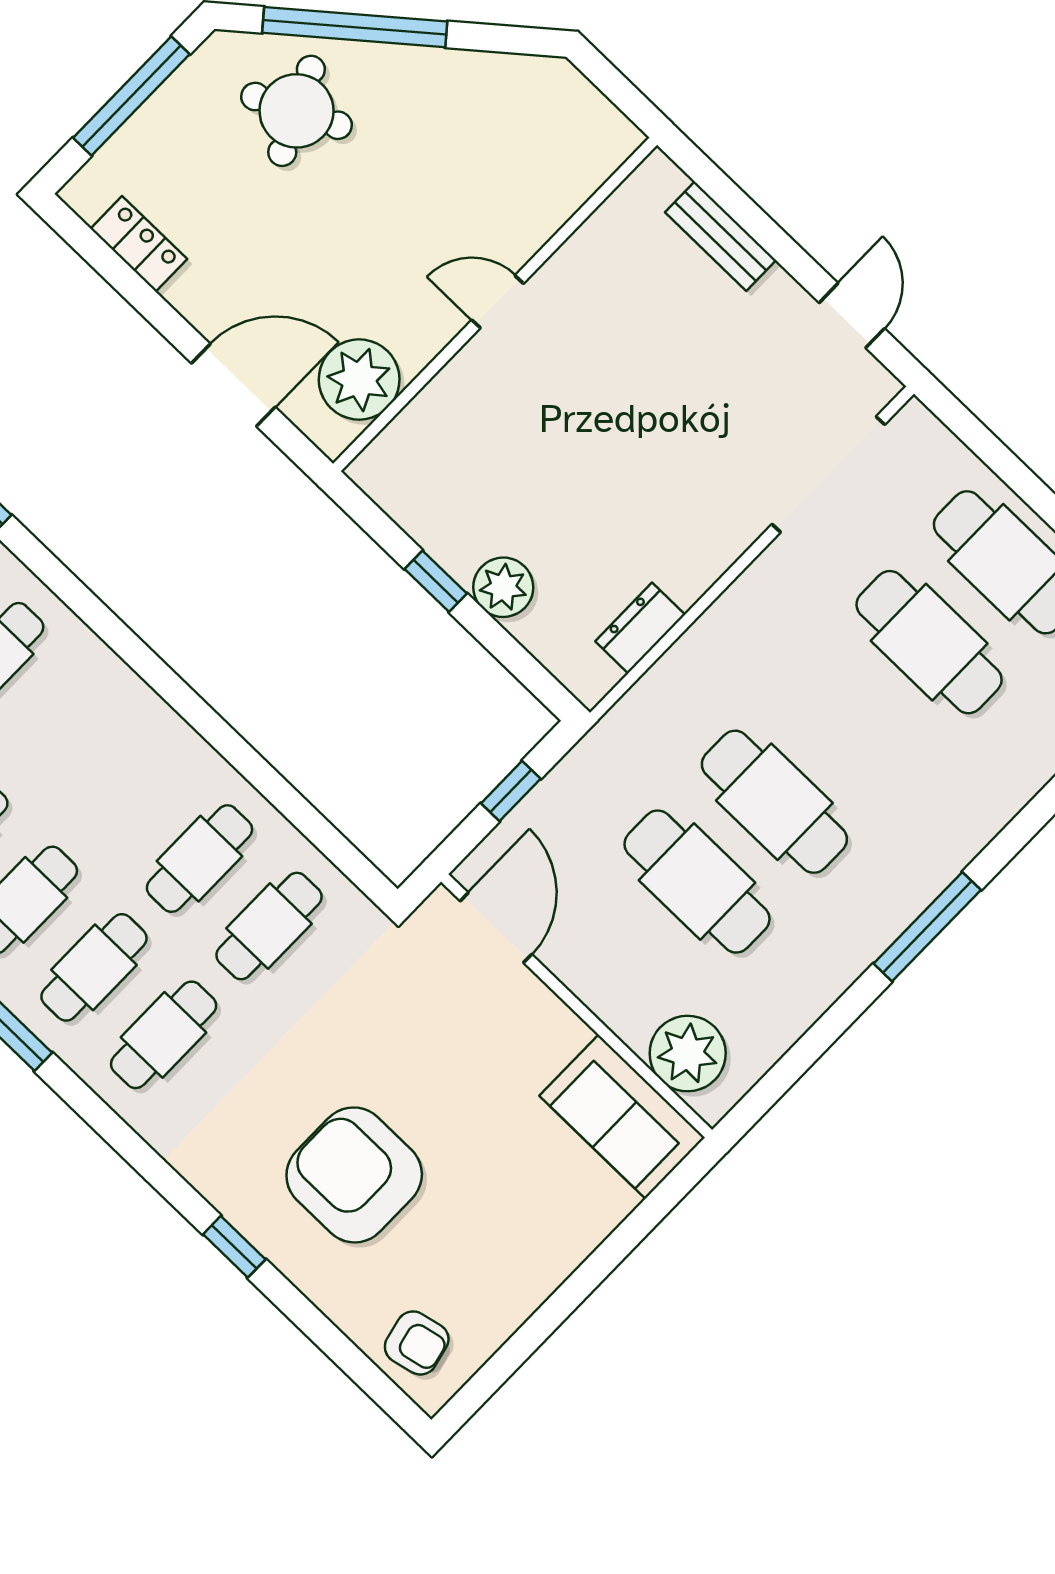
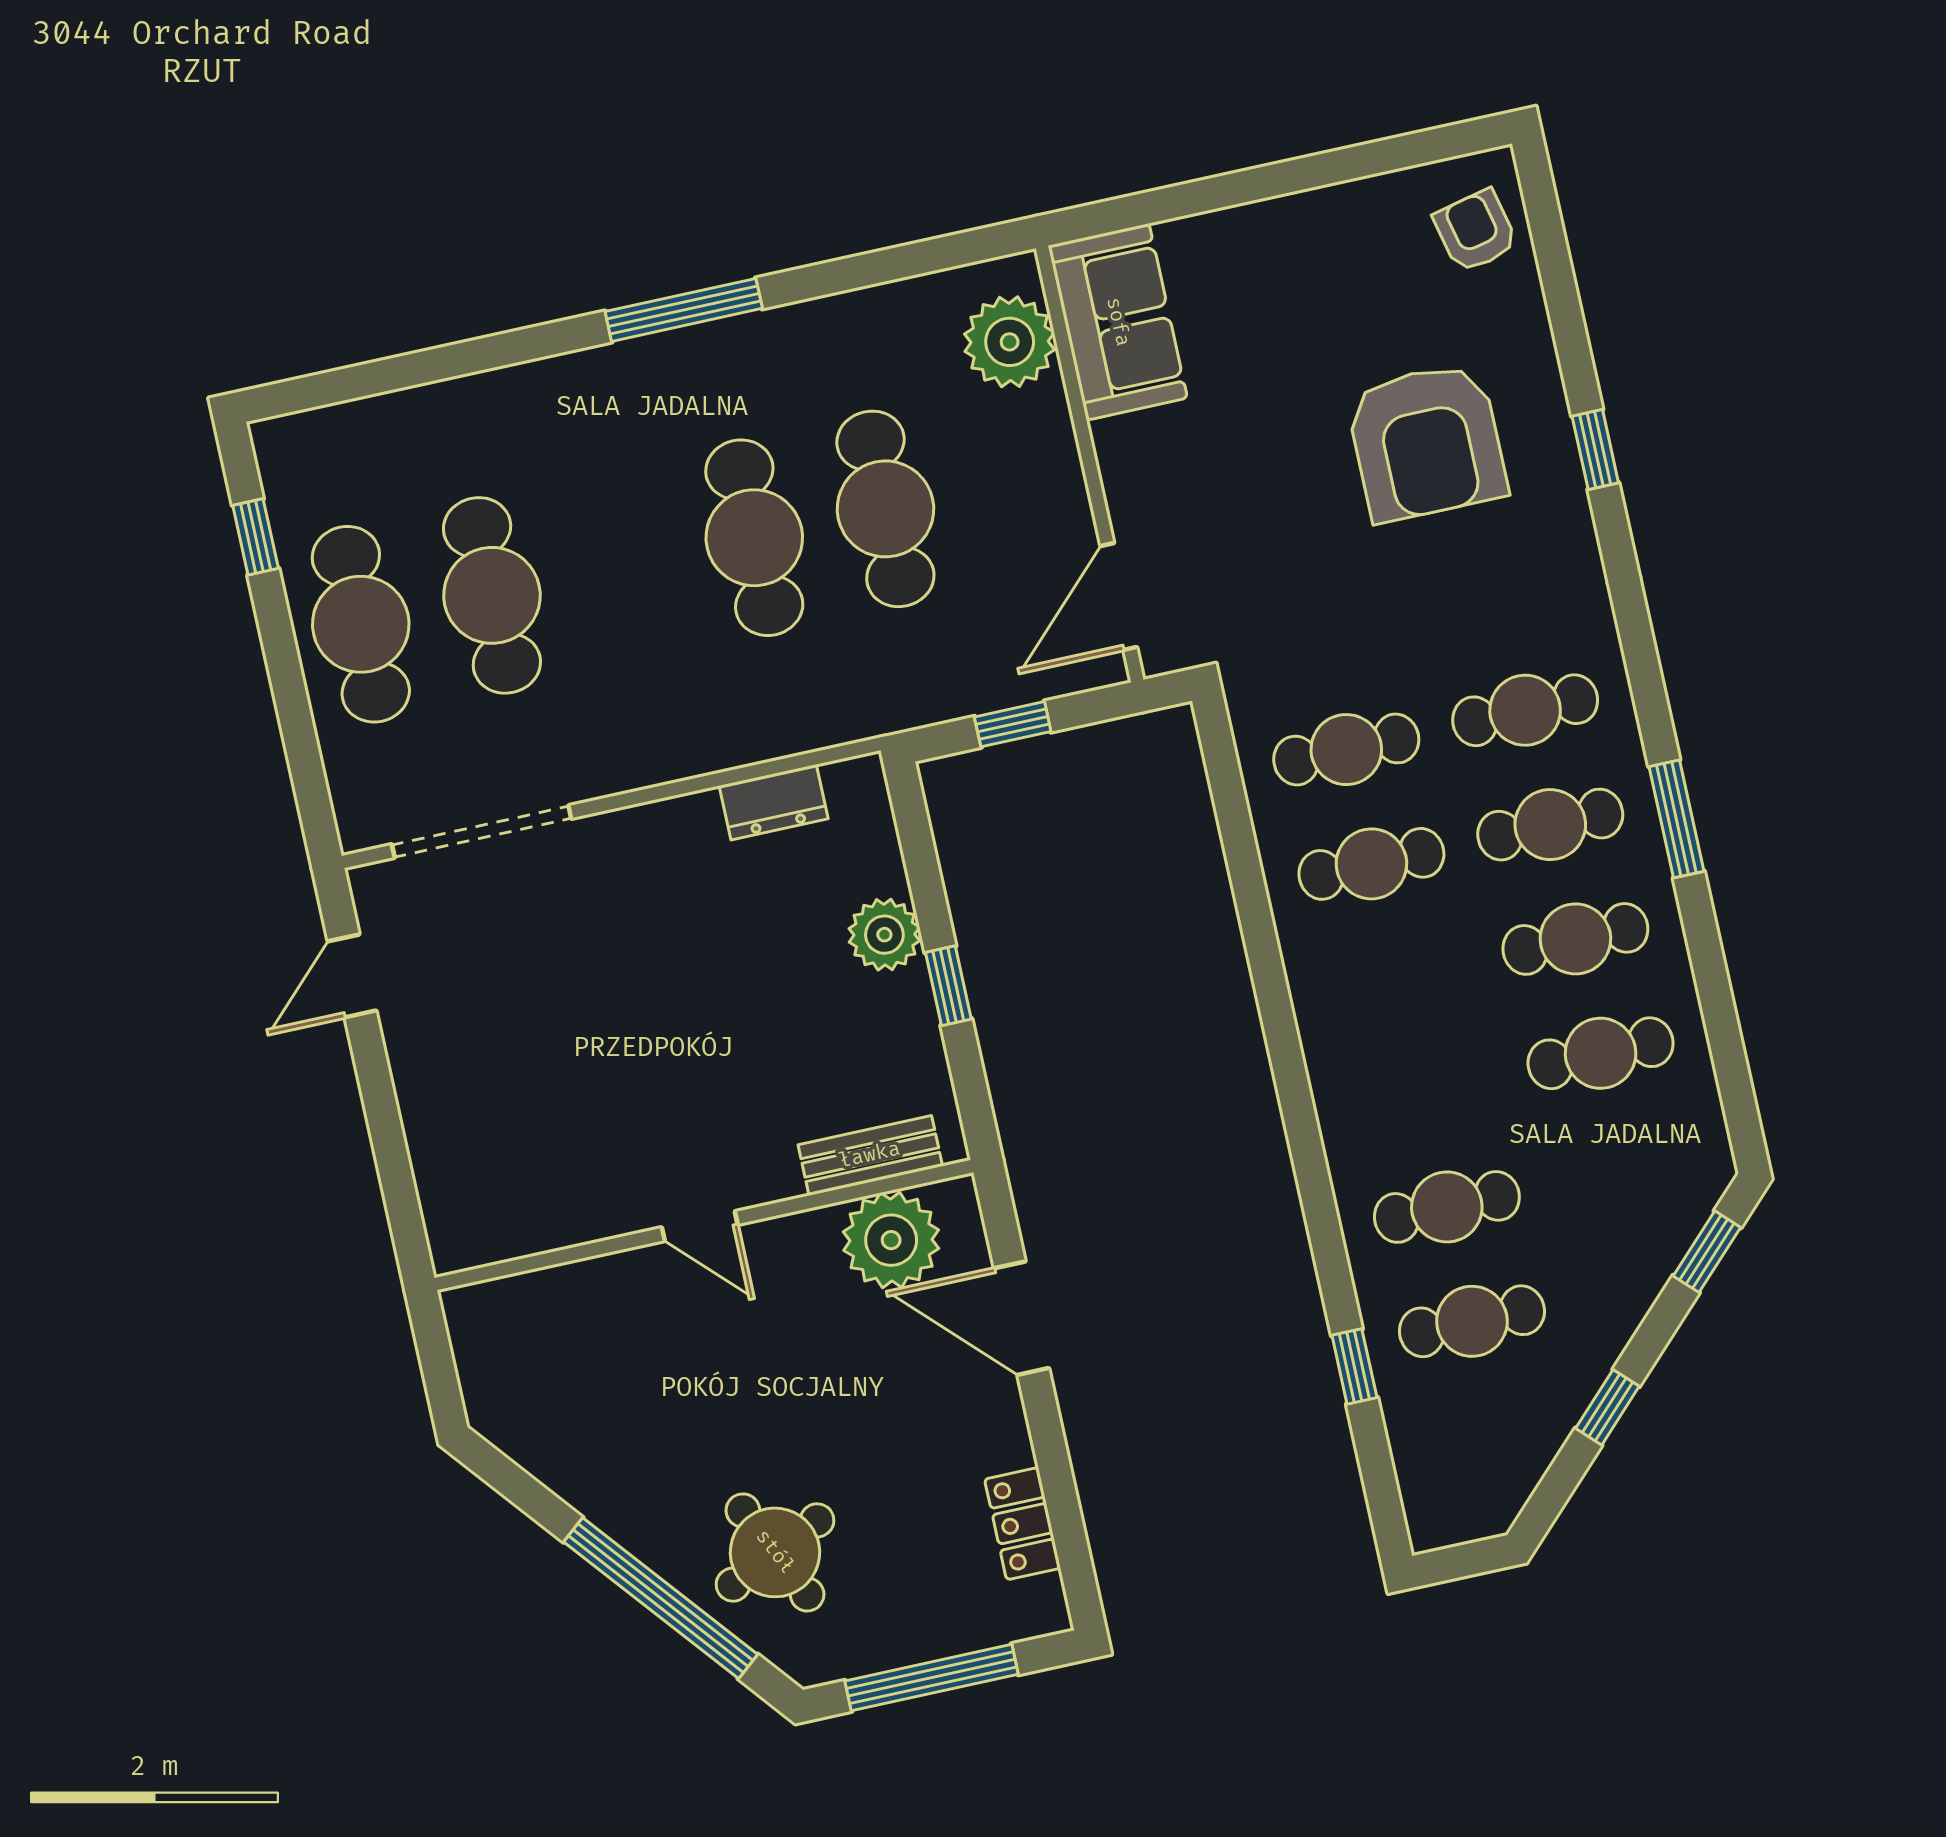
bench: (720, 236) -> (870, 1155), moved, turned 90

